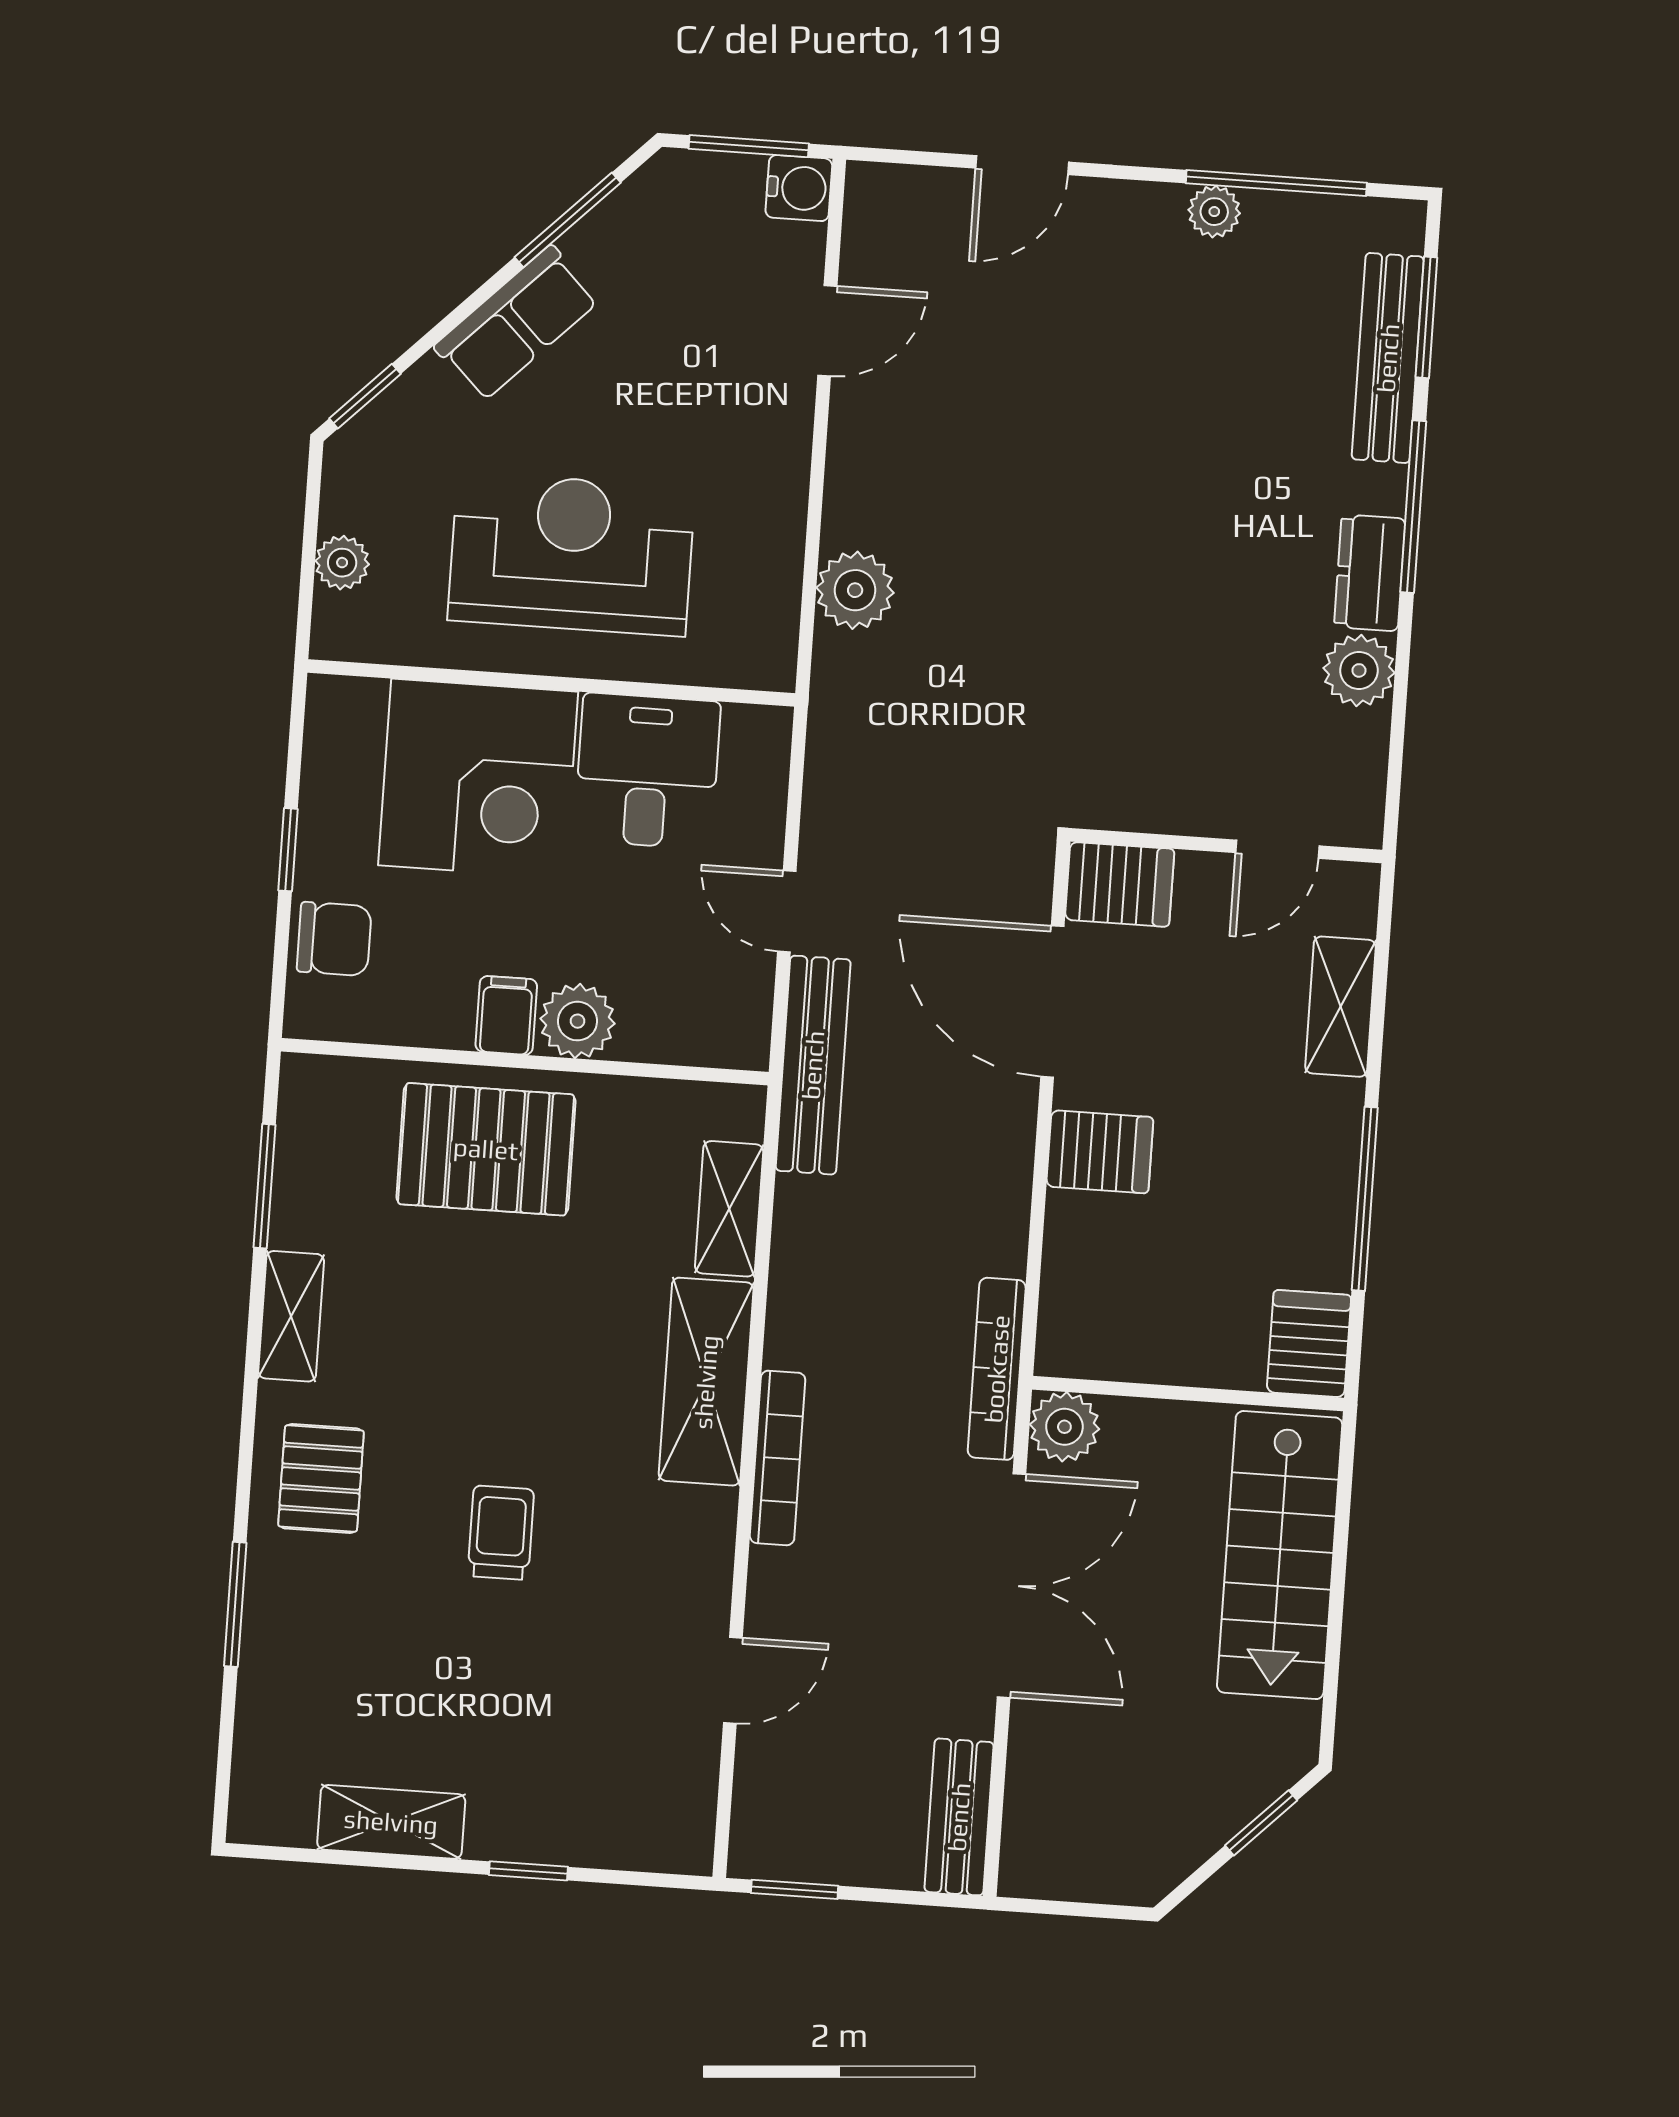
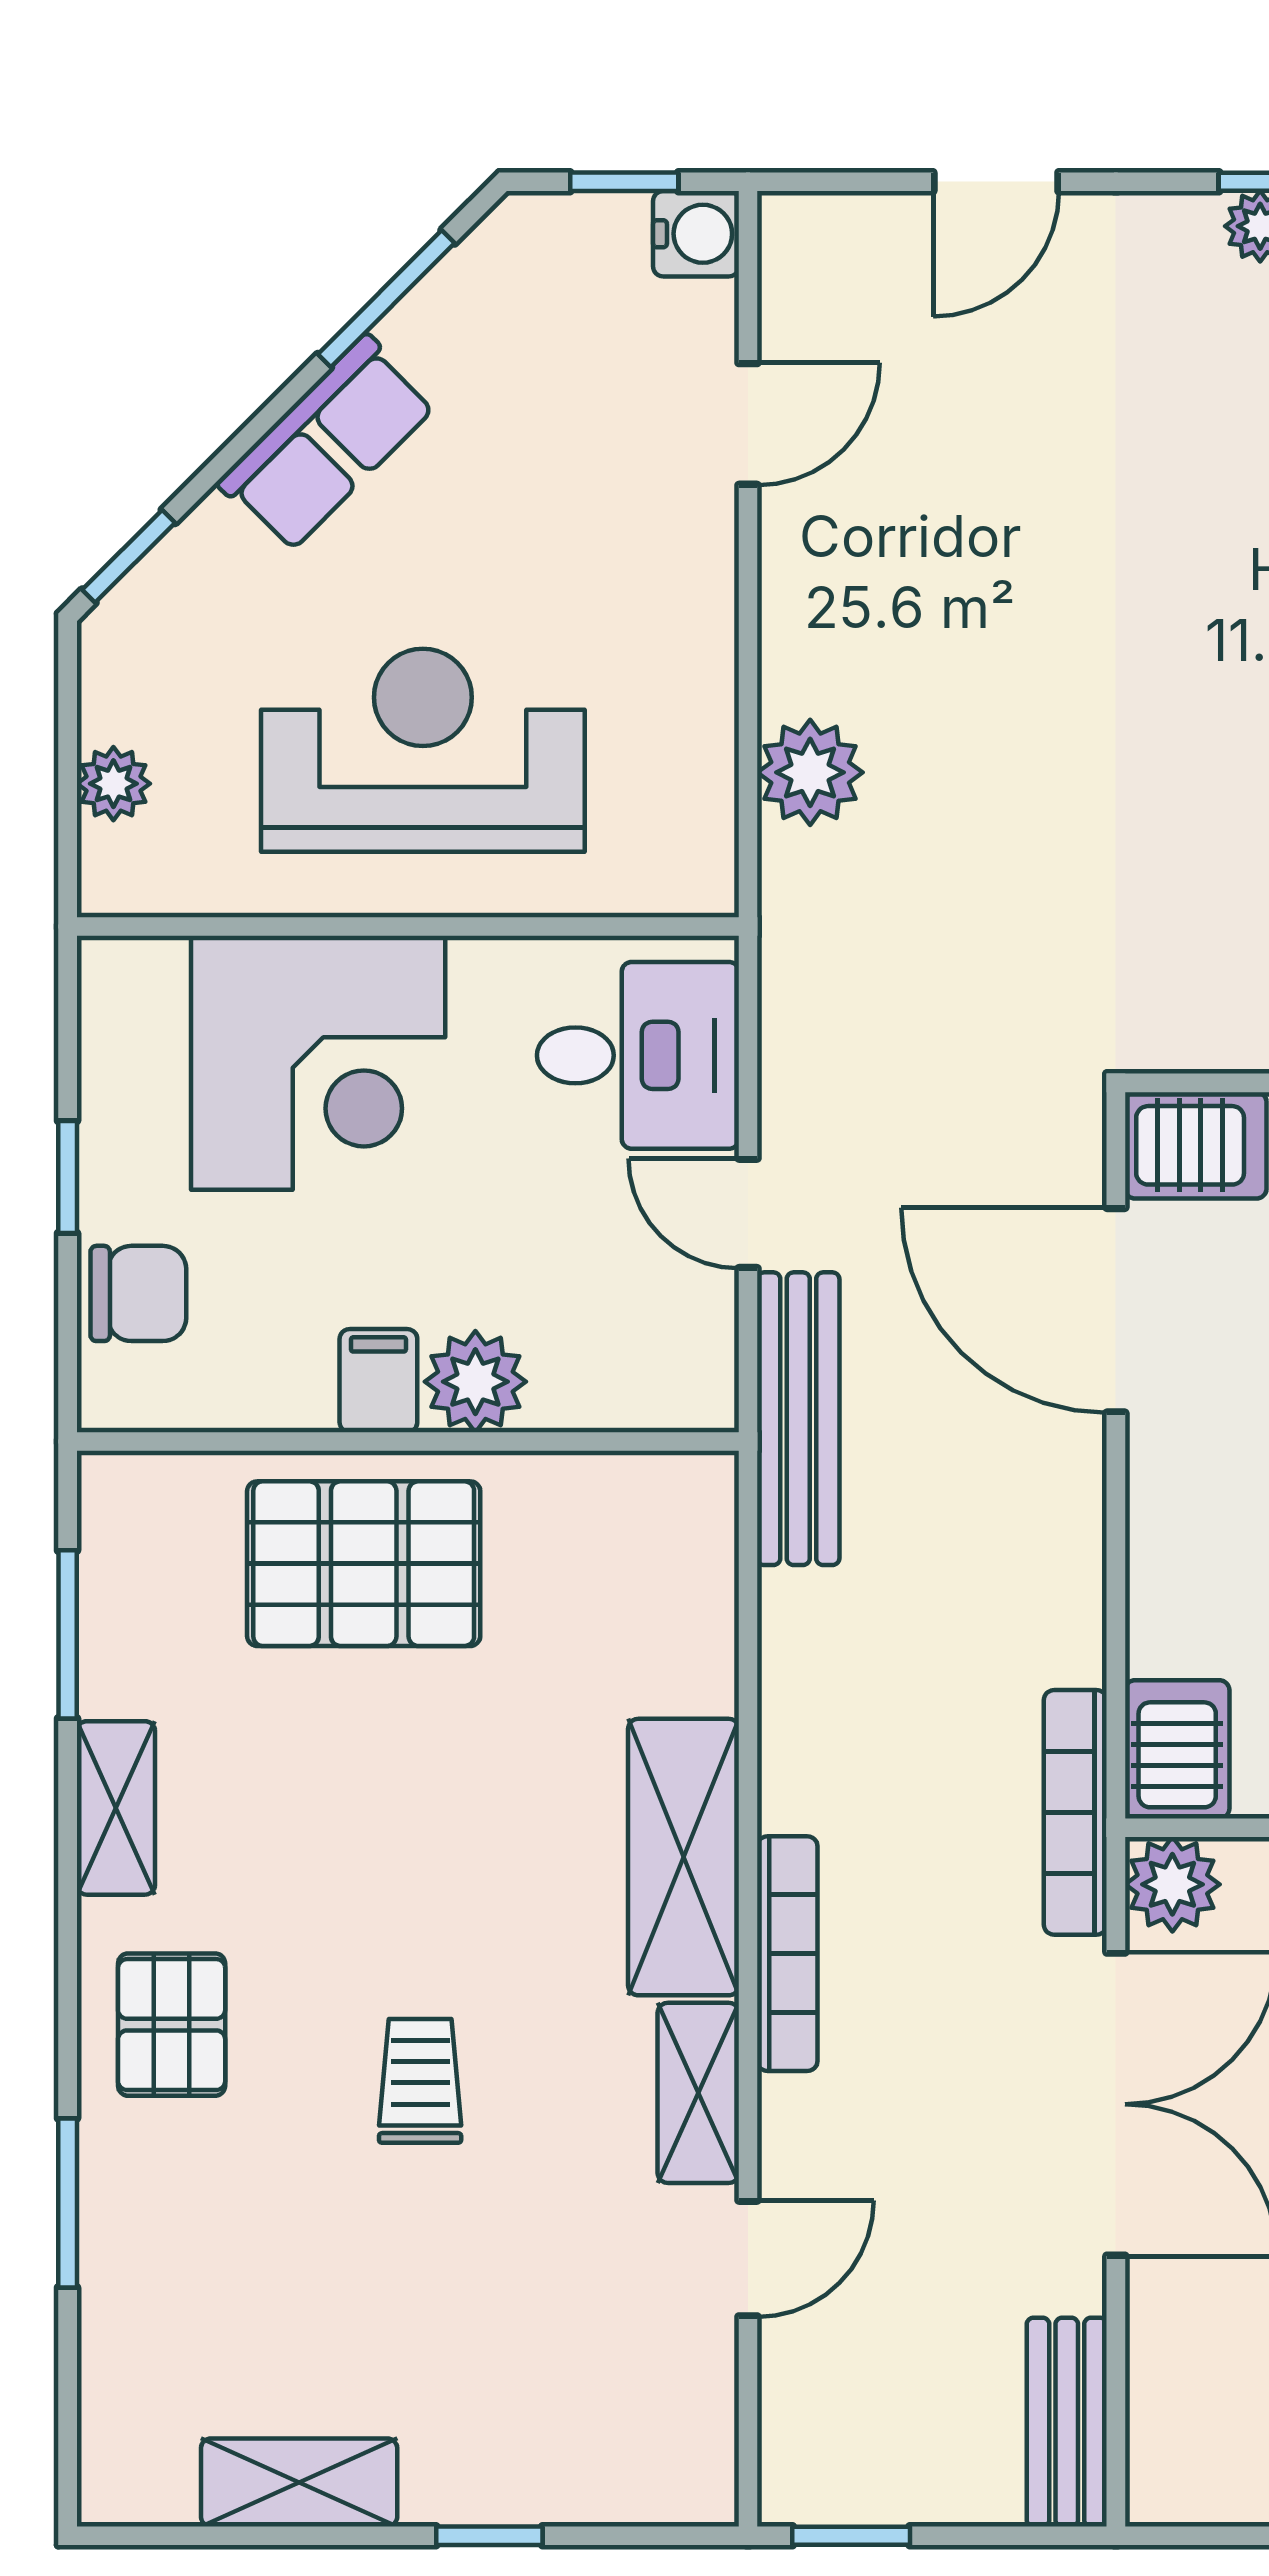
window: (749, 146) -> (624, 182), width x0.67
desk: (647, 771) -> (638, 1055), moved, turned 90
server rack: (1100, 1152) -> (1177, 1749), moved, turned -90
shelving: (729, 1209) -> (698, 2093), moved

